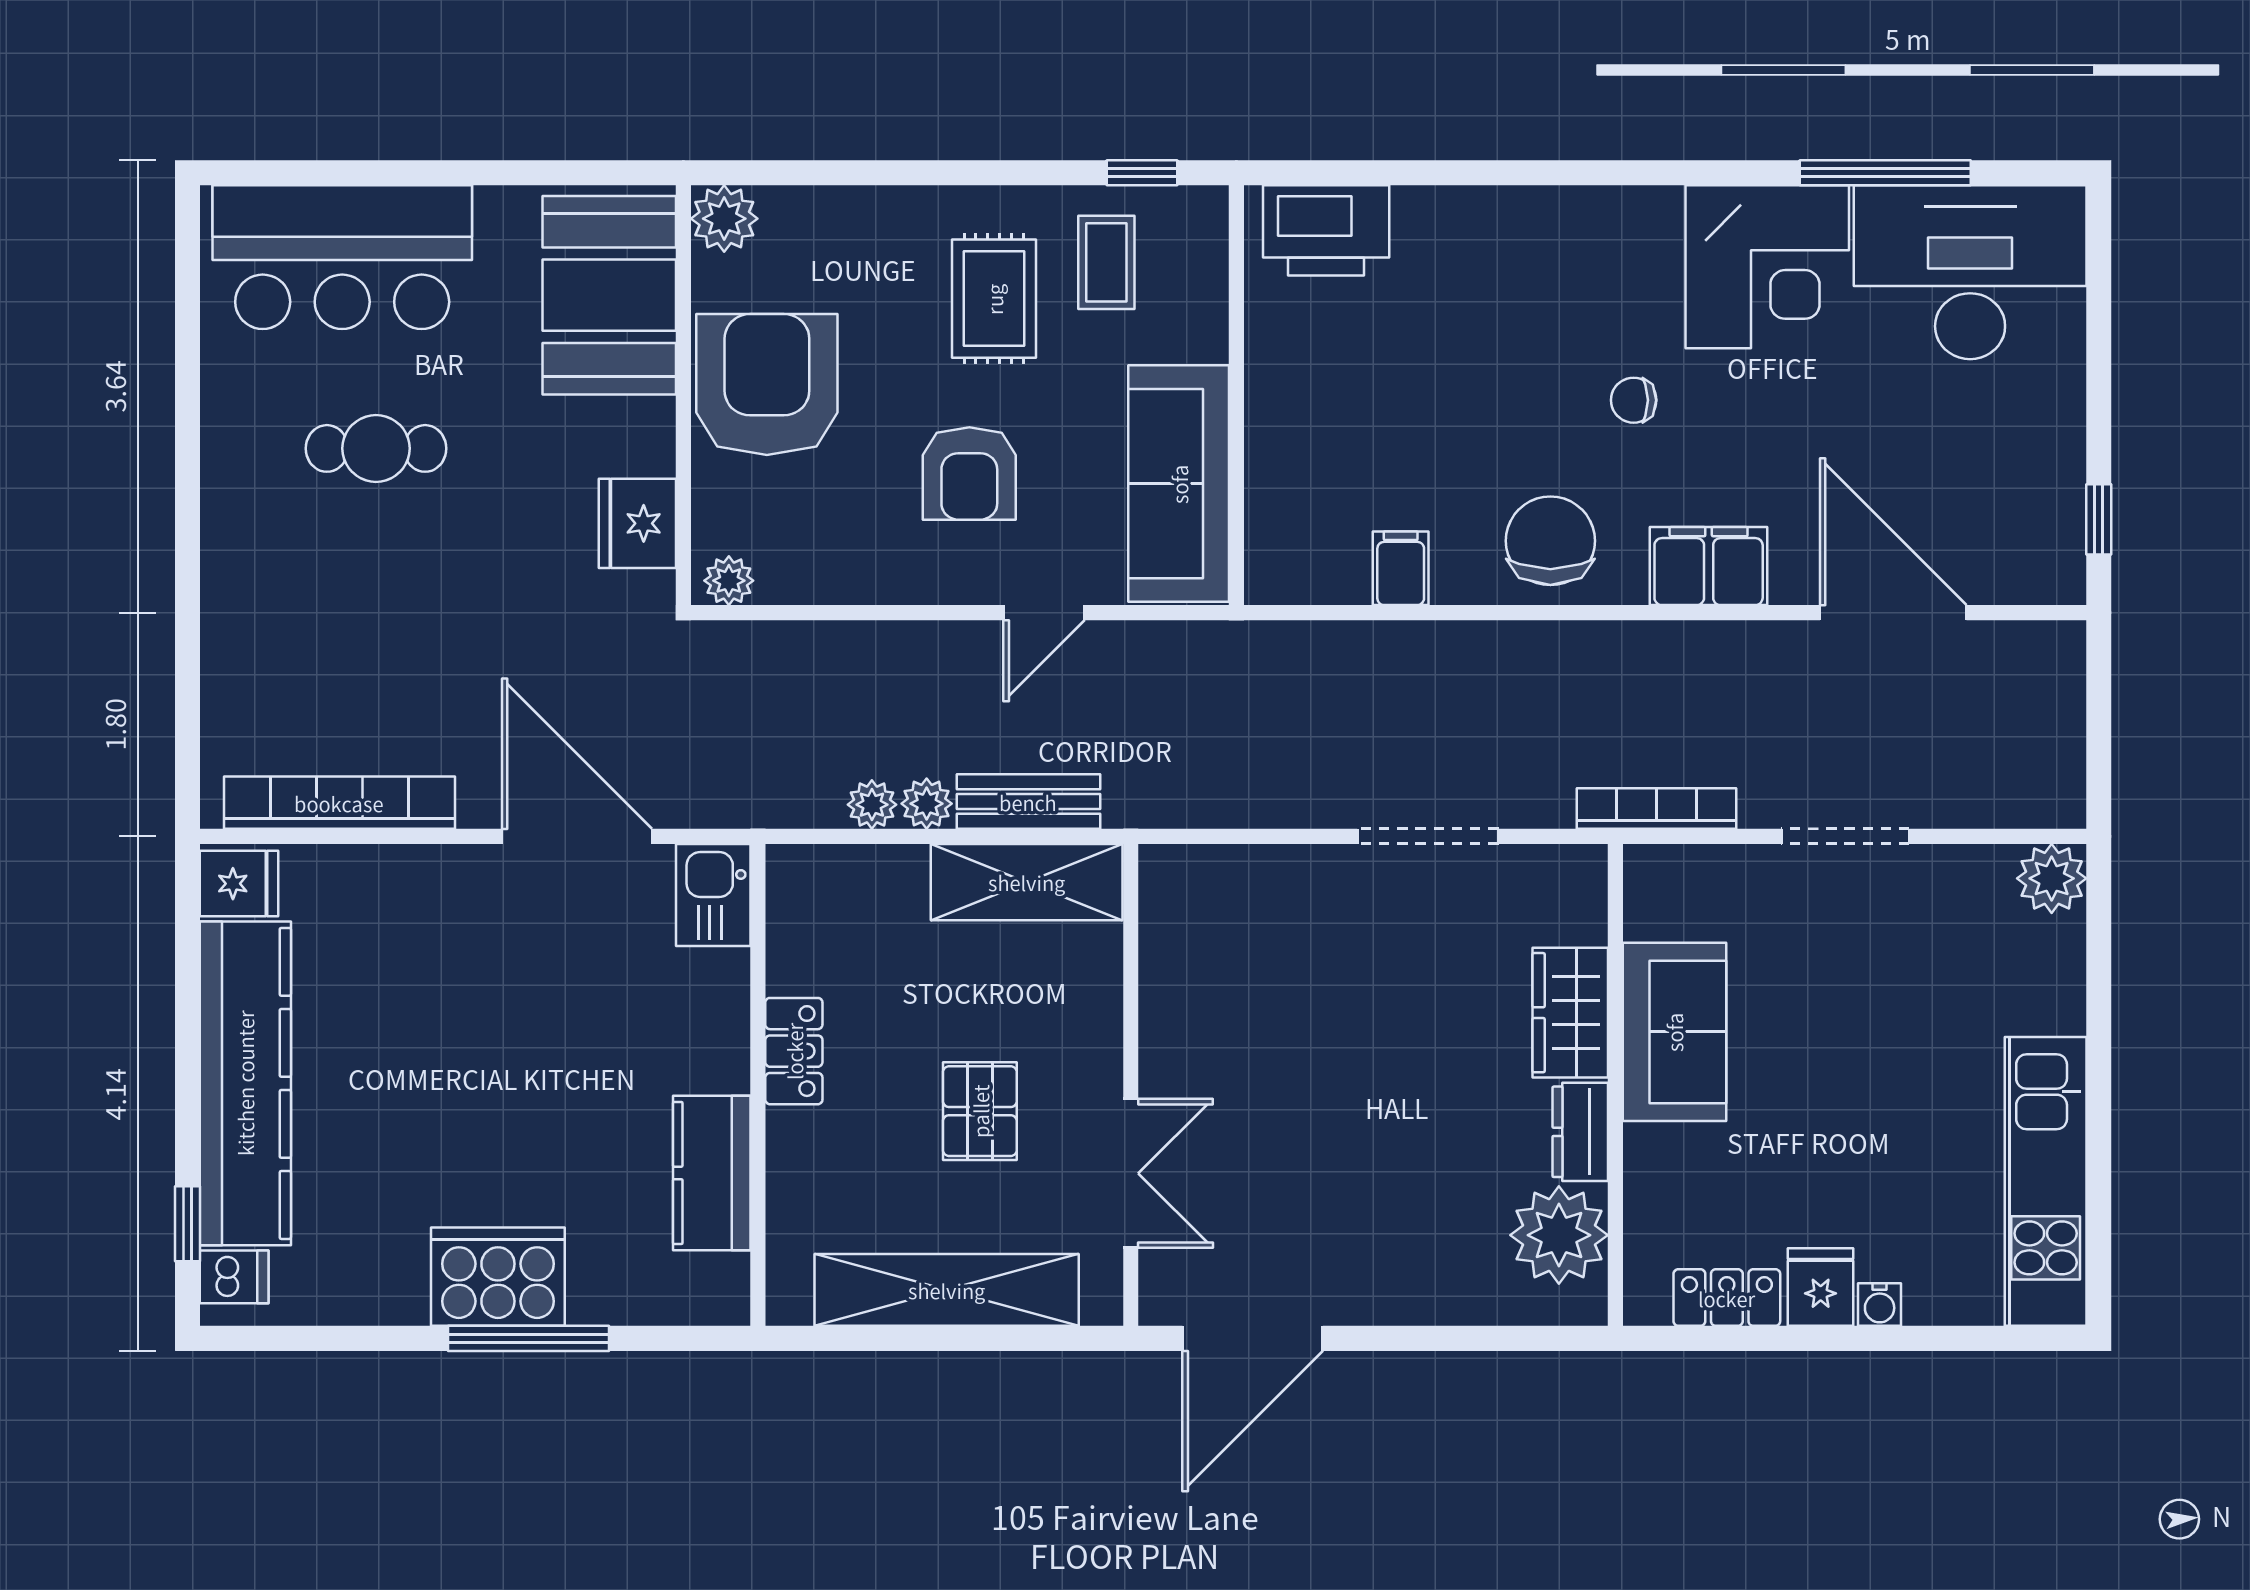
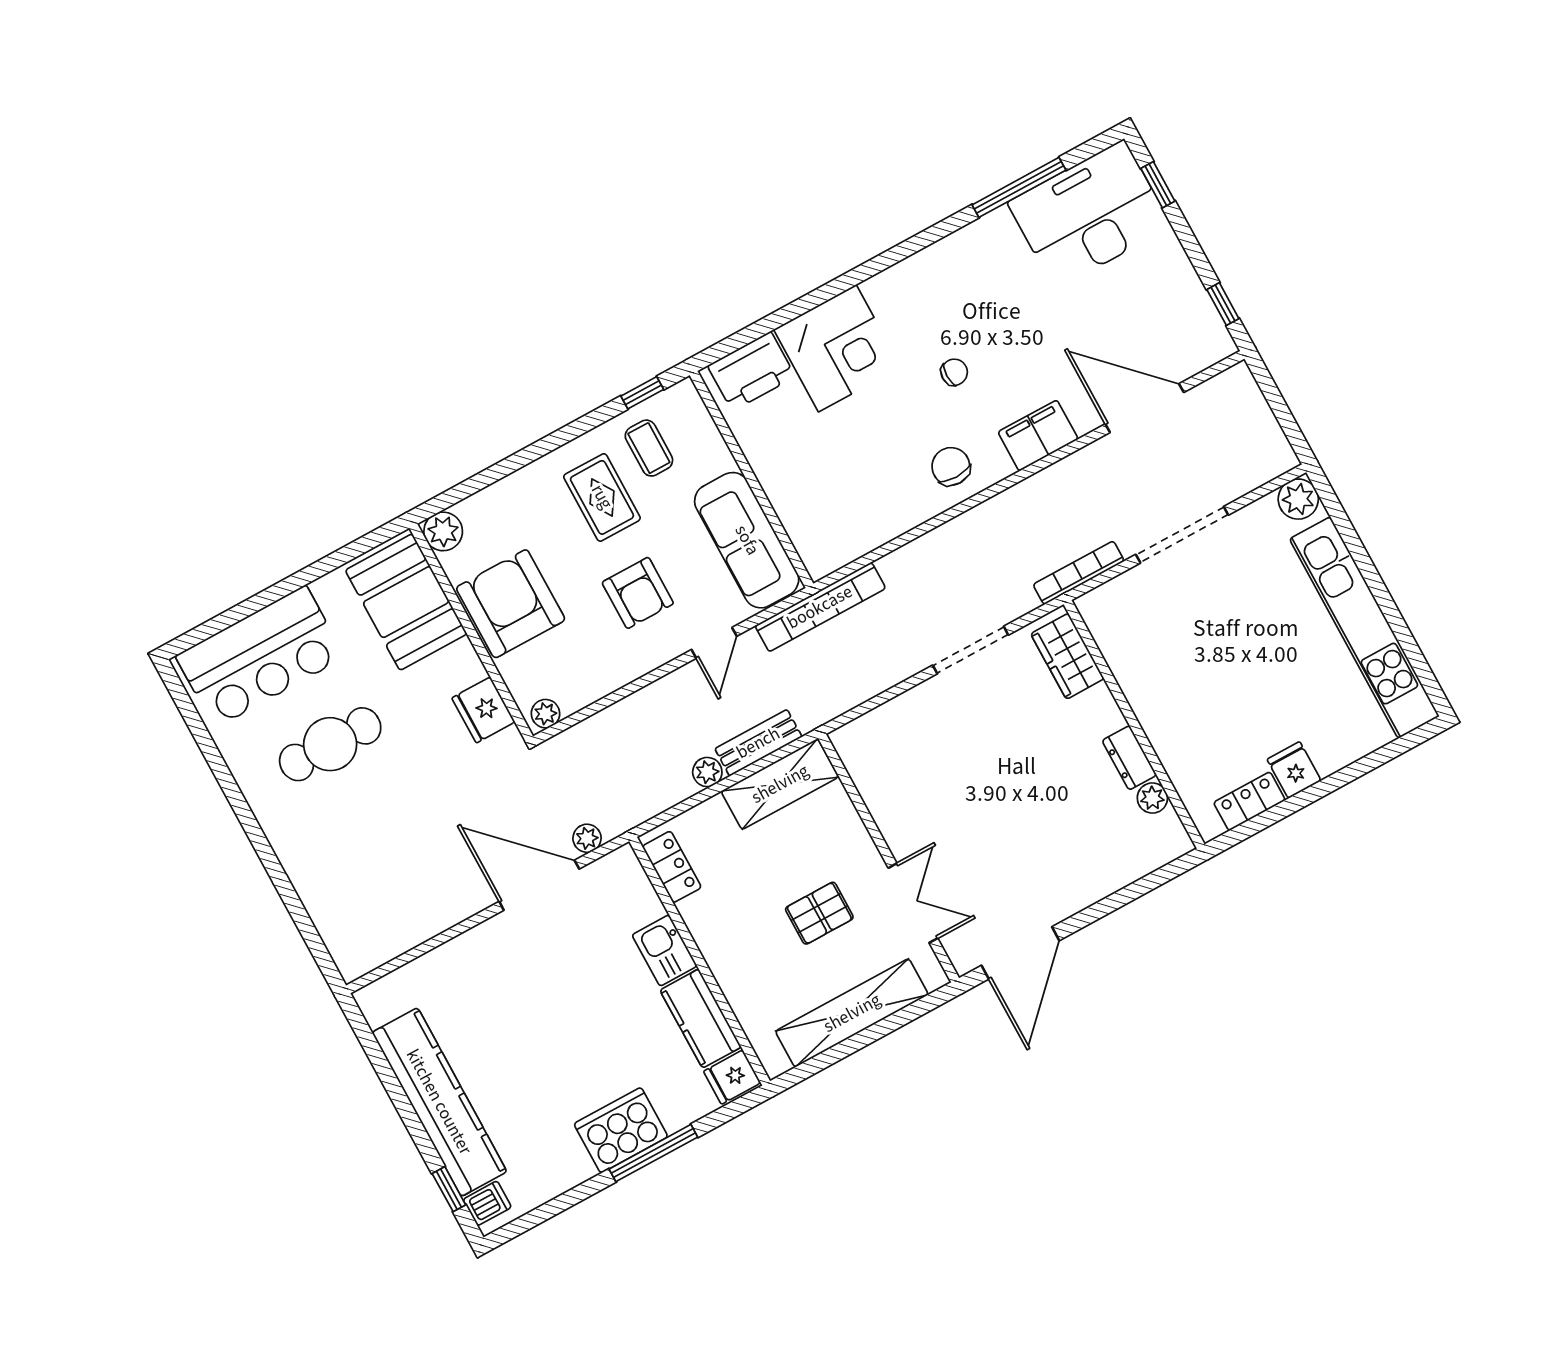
corner desk: (1767, 267) -> (837, 348), moved
window: (2099, 284) -> (1158, 185), added
chair: (1634, 400) -> (954, 372), turned 180
cafe table: (376, 448) -> (330, 744), width x1.37, depth x1.35
chair: (1550, 541) -> (951, 466), width x0.73, depth x0.73
filing cabinet: (1401, 568) -> (883, 522), removed
bookcase: (339, 803) -> (820, 607), moved, turned 180
plant: (872, 805) -> (587, 838), moved
doorway: (1845, 836) -> (1182, 535), width x1.36
fridge: (239, 884) -> (732, 1077), moved, turned 180
kitchen sink: (713, 895) -> (664, 951), moved
wardrobe: (1570, 1013) -> (1067, 656), moved
sofa: (1674, 1032) -> (1149, 681), removed
locker: (794, 1051) -> (672, 867), moved
pallet: (980, 1111) -> (819, 913), turned 90
kitchen unit: (2046, 1181) -> (1364, 628), width x1.36
plant: (1559, 1235) -> (1152, 798), width x0.53, depth x0.53
water cooler: (1880, 1305) -> (1329, 763), removed

